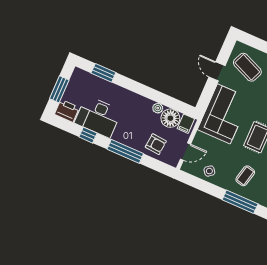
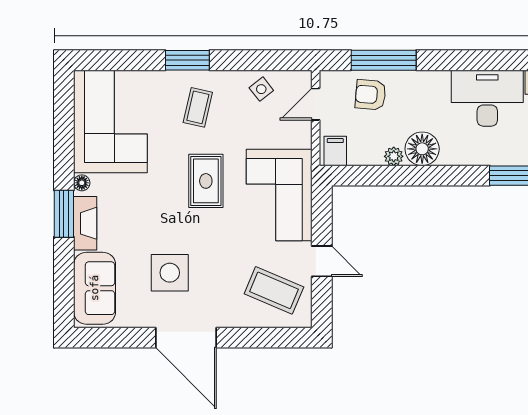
floor lamp: (170, 118) -> (422, 149), moved
window: (88, 135) -> (491, 60), removed
window: (125, 151) -> (384, 60), moved
window: (240, 202) -> (187, 60), width x0.69

